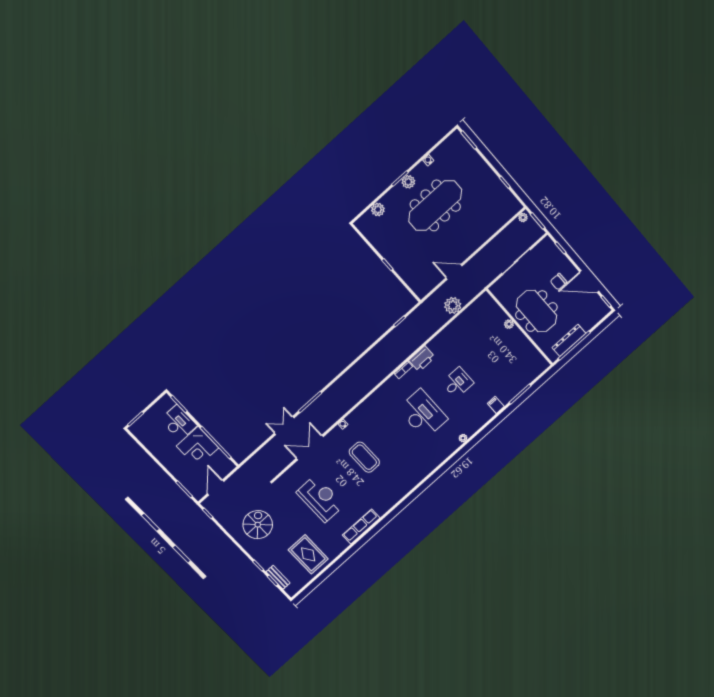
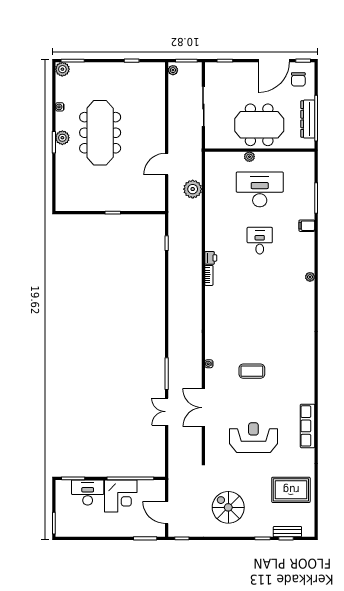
plant: (378, 210) -> (62, 69), moved
chair: (559, 282) -> (298, 79), moved
printer: (422, 359) -> (211, 258), width x0.53, depth x0.68
desk: (423, 414) -> (260, 189), moved
coffee table: (364, 457) -> (252, 371), width x0.73, depth x0.76

